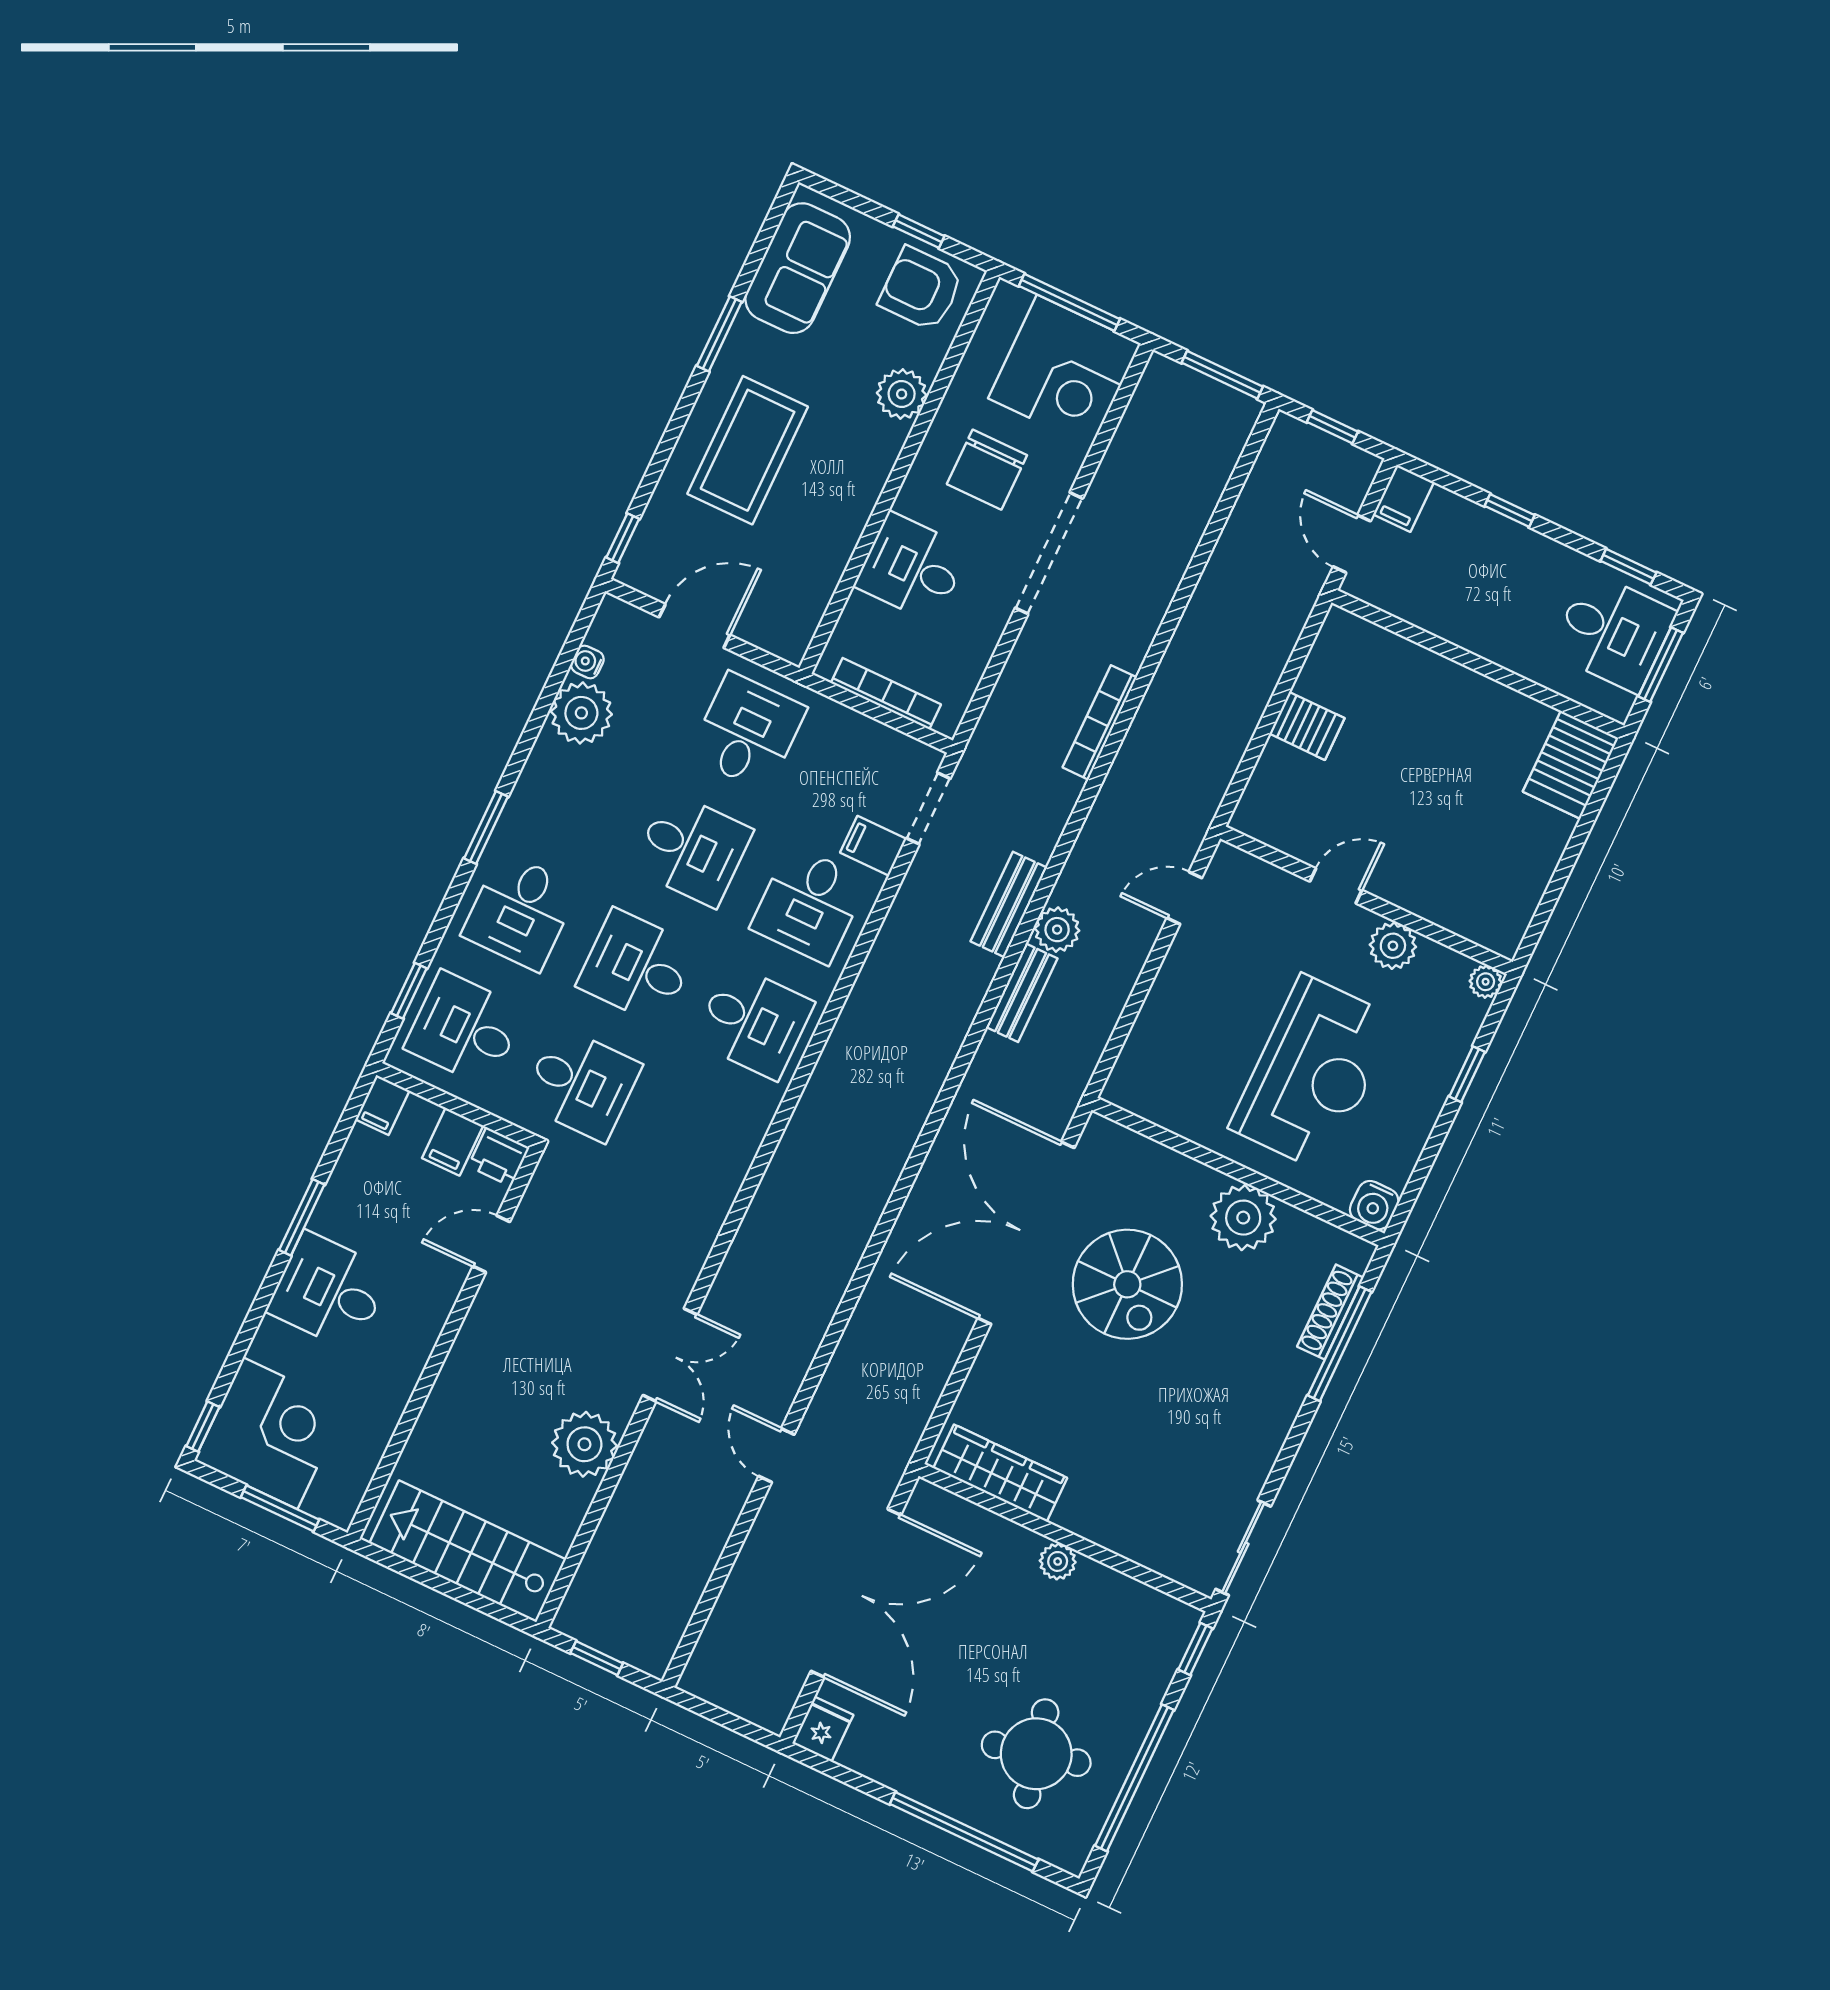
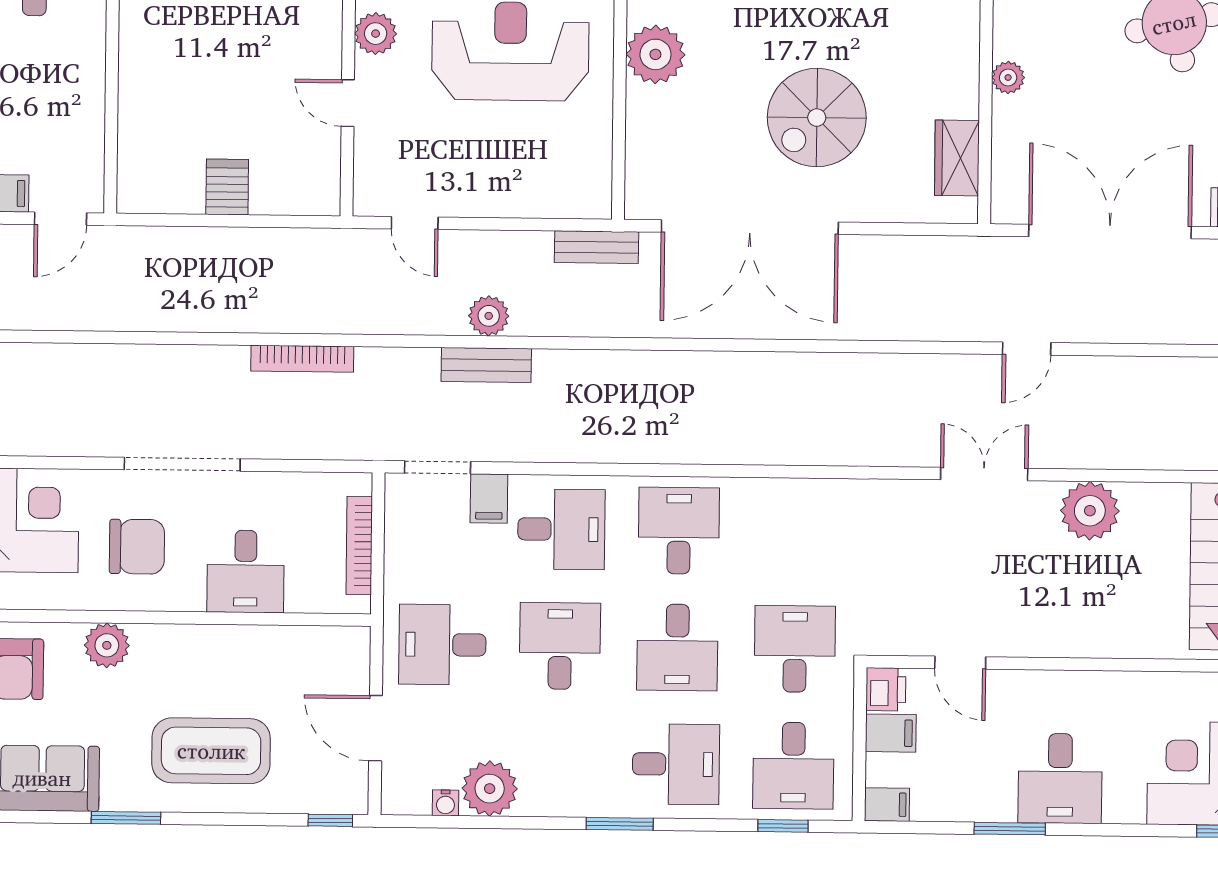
bench: (1022, 993) -> (596, 247), moved
spiral stairs: (1127, 1284) -> (817, 118), moved, turned 180
wardrobe: (1000, 1473) -> (957, 158), width x0.67

